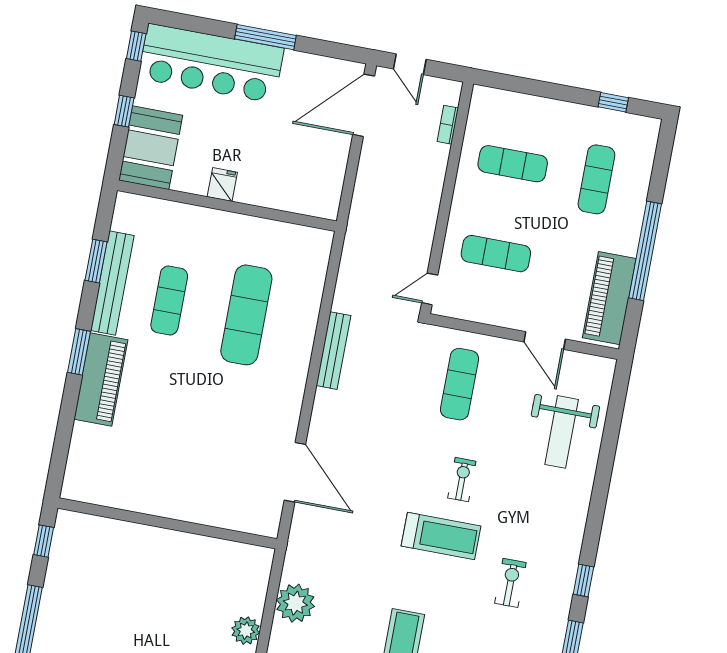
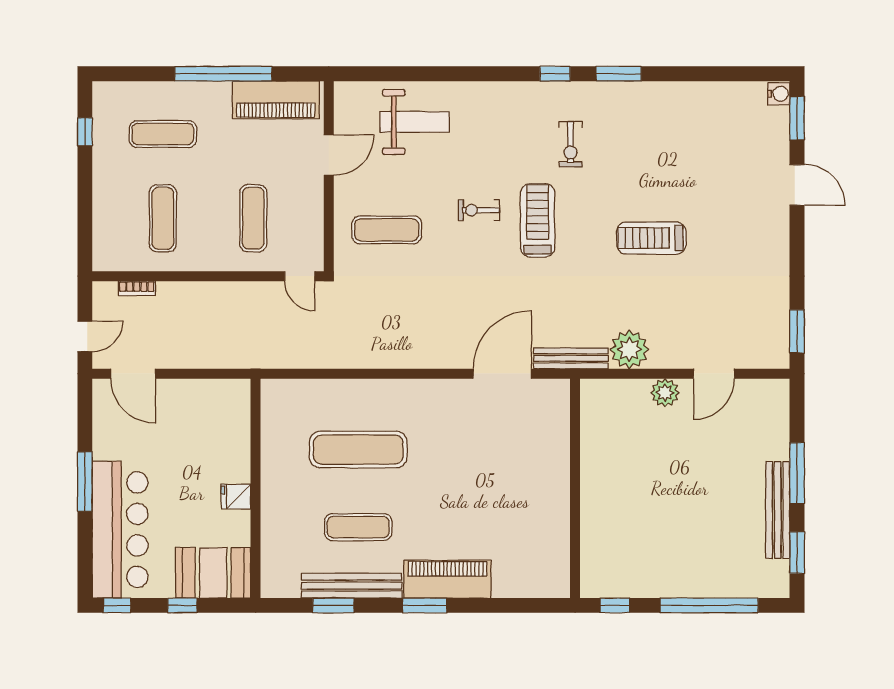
door: (364, 105) -> (133, 374), width x0.73
bench: (333, 351) -> (571, 358), moved
exercise bike: (510, 583) -> (571, 144), turned -90

